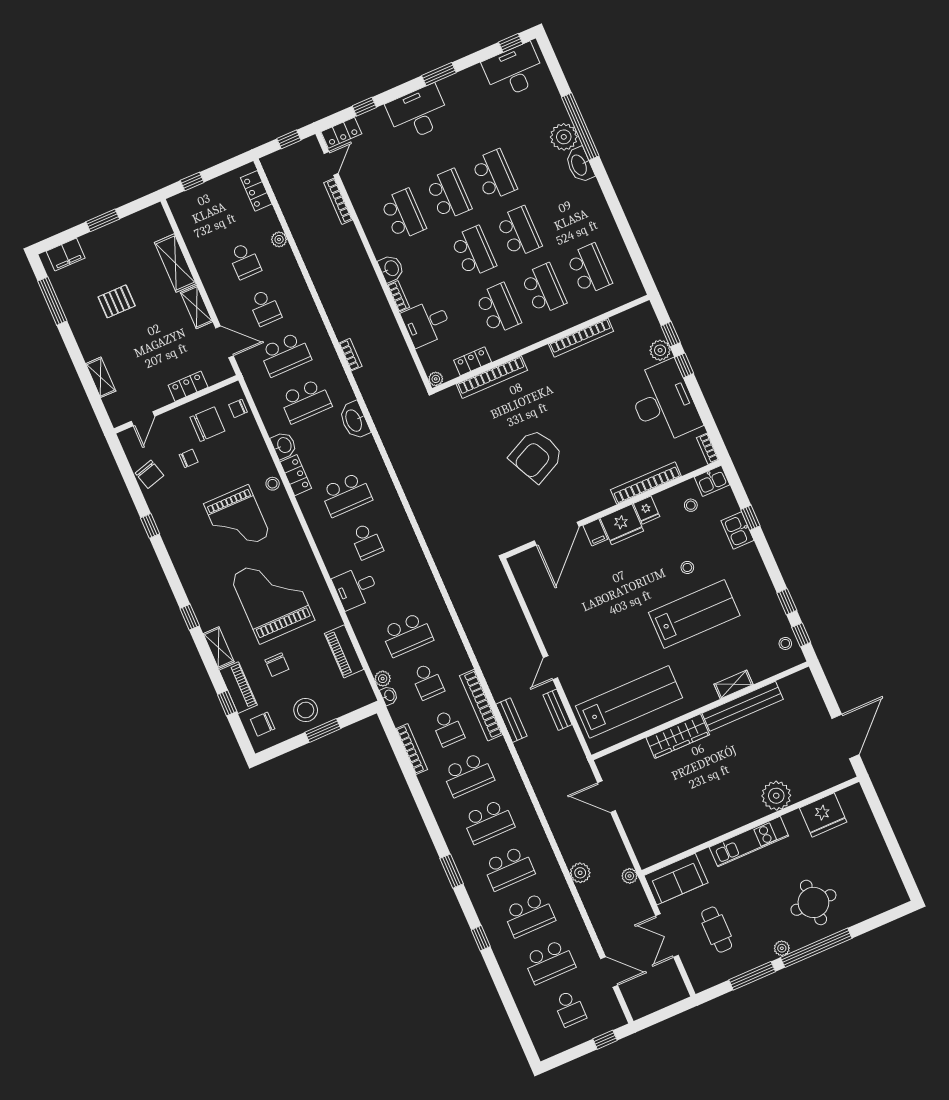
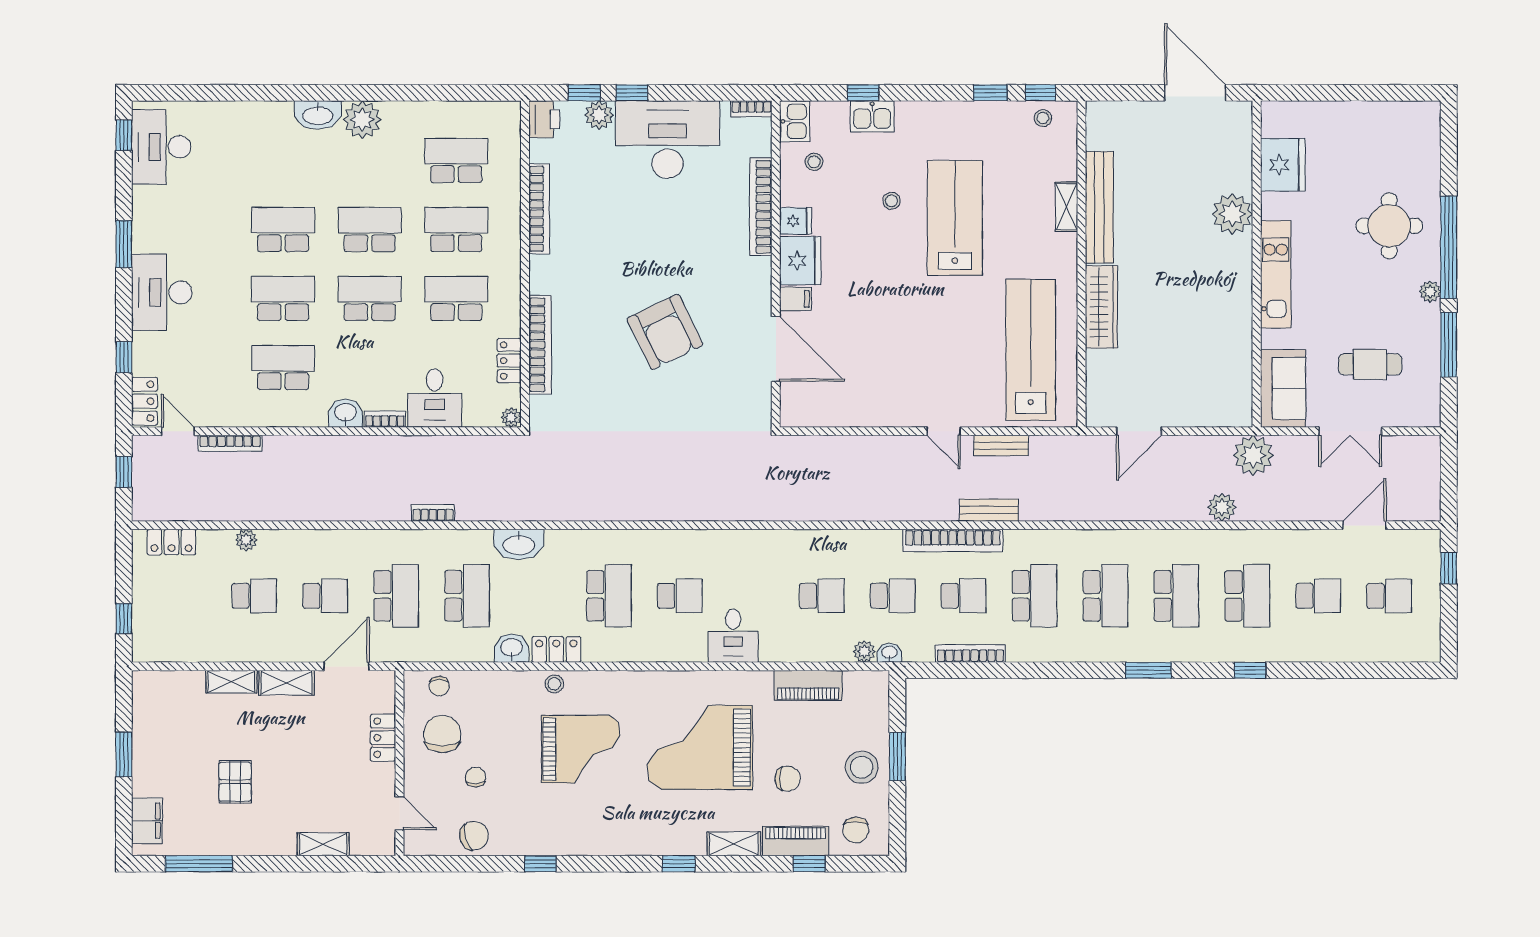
window: (580, 126) -> (269, 93), removed
plant: (564, 137) -> (362, 120), moved
shelving: (175, 263) -> (231, 682), width x0.67, depth x0.75
printer: (642, 315) -> (544, 119), added
school desk: (407, 635) -> (822, 596), width x0.54
plant: (630, 876) -> (1253, 455), width x1.88, depth x1.88
school desk: (549, 962) -> (1318, 596), width x0.54

